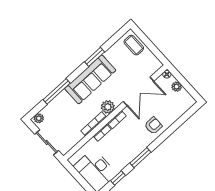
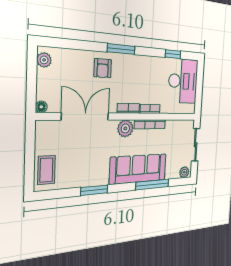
sofa: (90, 79) -> (138, 169), moved
plant: (177, 87) -> (44, 60), moved
armchair: (153, 126) -> (103, 68), turned -90
window: (140, 158) -> (121, 49), moved

